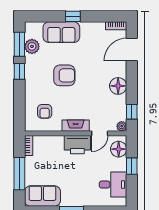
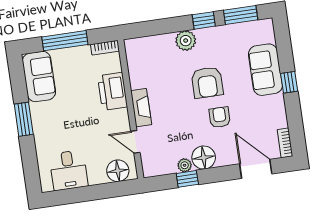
plant: (32, 46) -> (186, 41), moved
armchair: (45, 111) -> (220, 117), moved, turned 90
window: (132, 112) -> (187, 179), moved
plant: (122, 126) -> (185, 165), moved
printer: (77, 145) -> (113, 91), moved
window: (132, 166) -> (97, 192), removed

